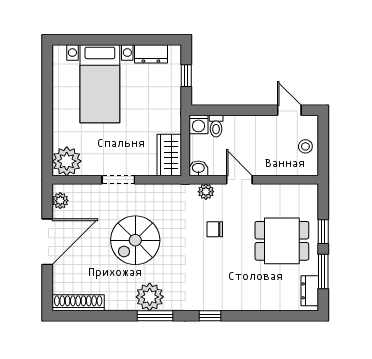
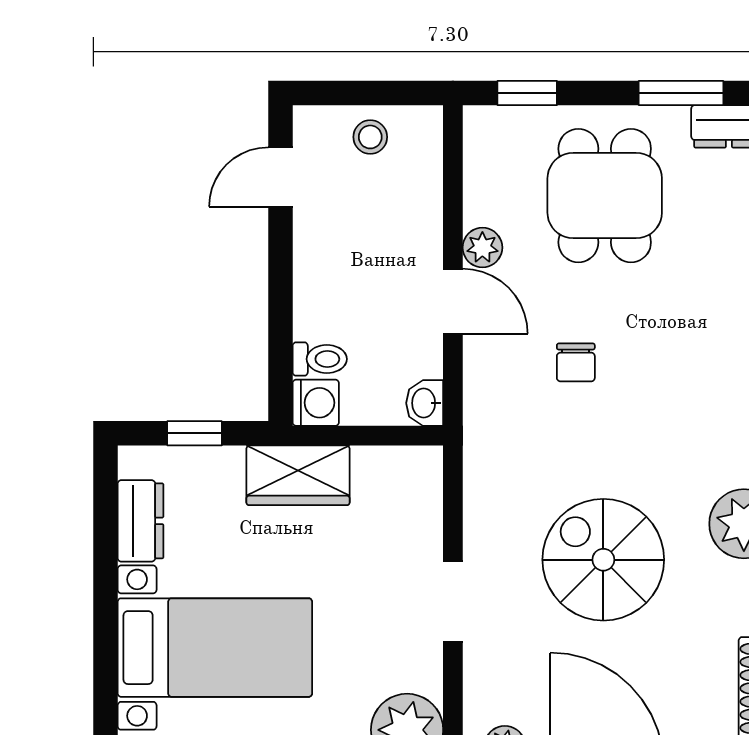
wardrobe: (169, 155) -> (298, 475), moved
door: (239, 180) -> (453, 301), swing flipped
plant: (206, 192) -> (482, 248), moved
window: (323, 232) -> (527, 93), moved
spiral stairs: (135, 240) -> (603, 560), turned 180

